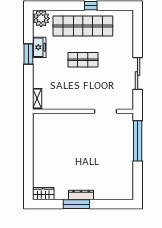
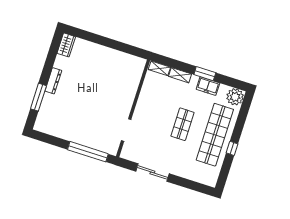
shelving: (37, 77) -> (180, 75), added
window: (76, 204) -> (38, 97), moved

